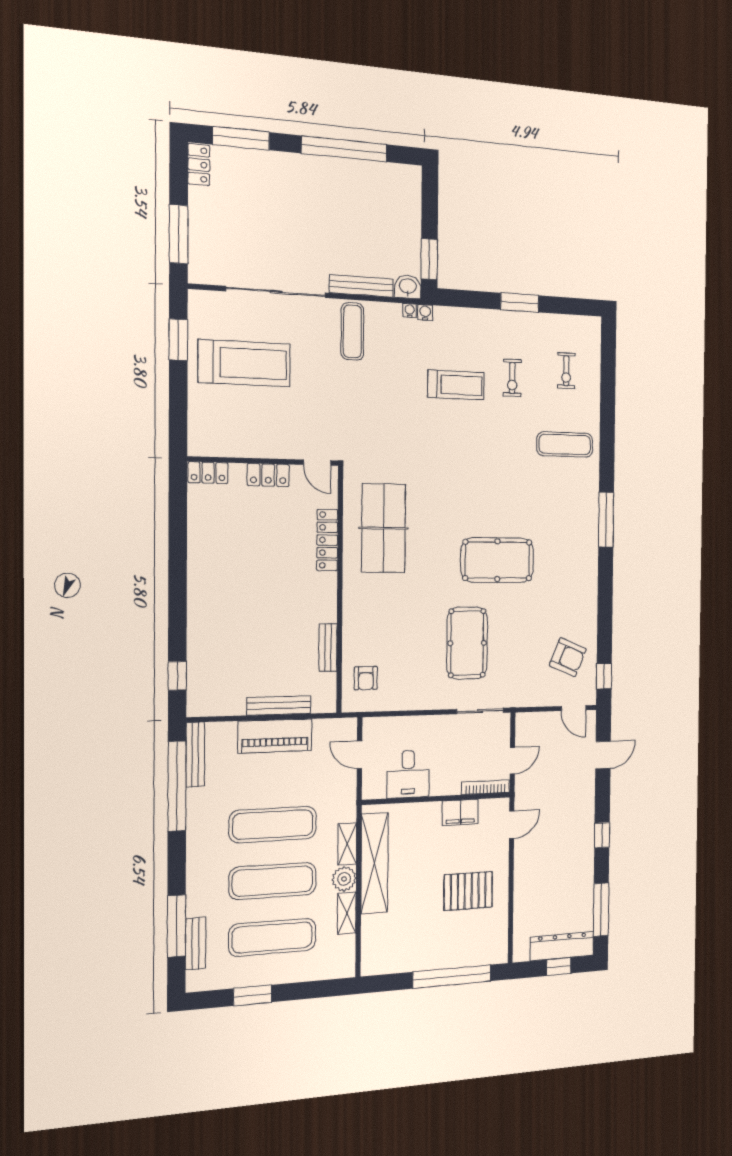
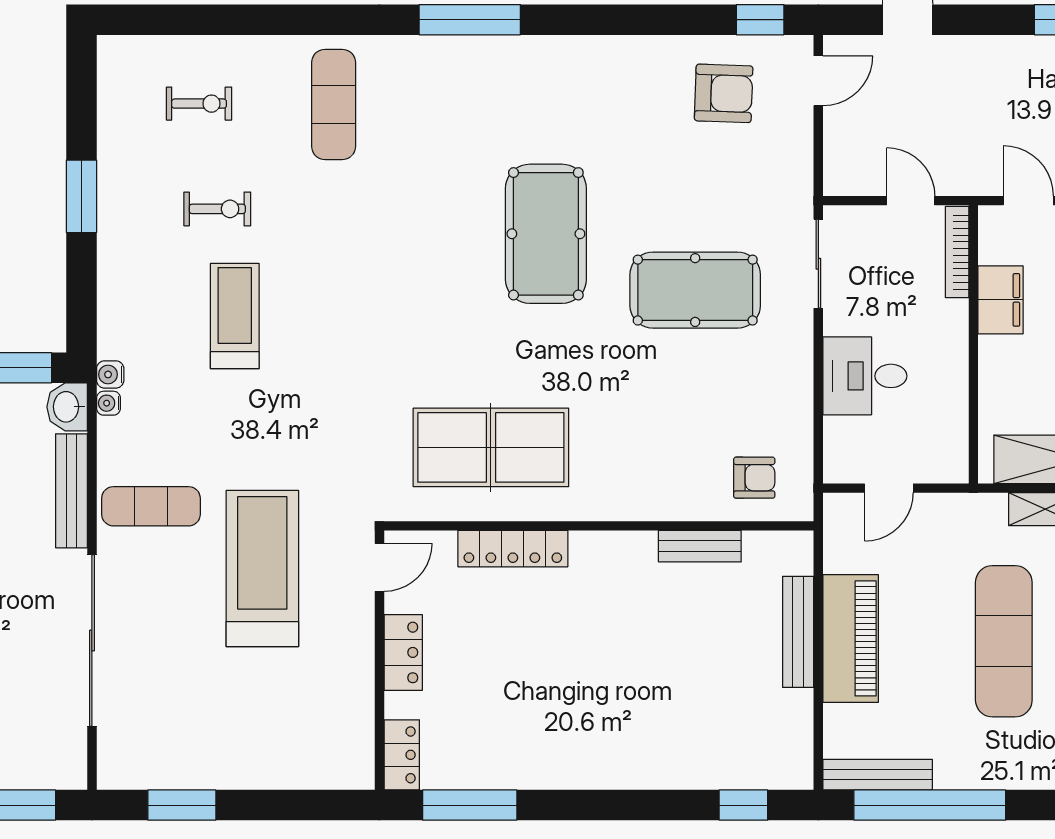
treadmill: (244, 363) -> (262, 568), moved
window: (178, 513) -> (470, 805), added
armchair: (568, 657) -> (724, 93), turned 69
desk: (408, 774) -> (865, 376), moved, turned 180

